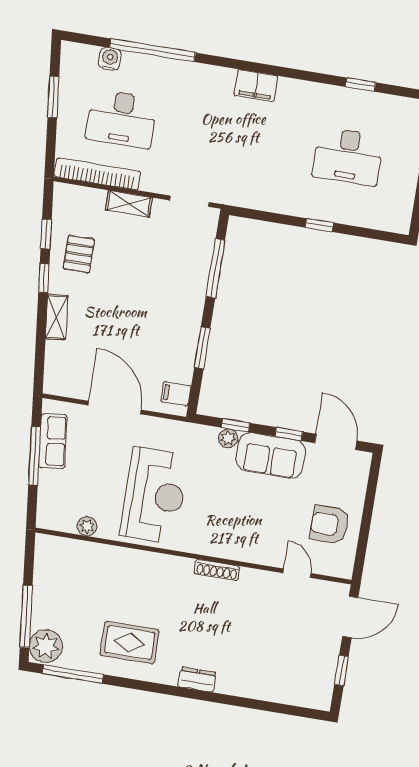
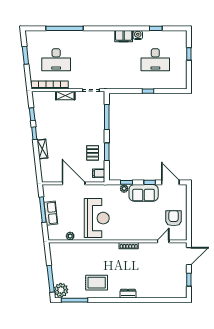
water cooler: (110, 59) -> (138, 35), moved
filing cabinet: (256, 86) -> (124, 36), moved
pallet: (79, 254) -> (93, 153), moved
row of seats: (53, 441) -> (51, 213), moved
armchair: (330, 525) -> (174, 218), turned 90
door: (297, 573) -> (163, 241), hinge flipped

